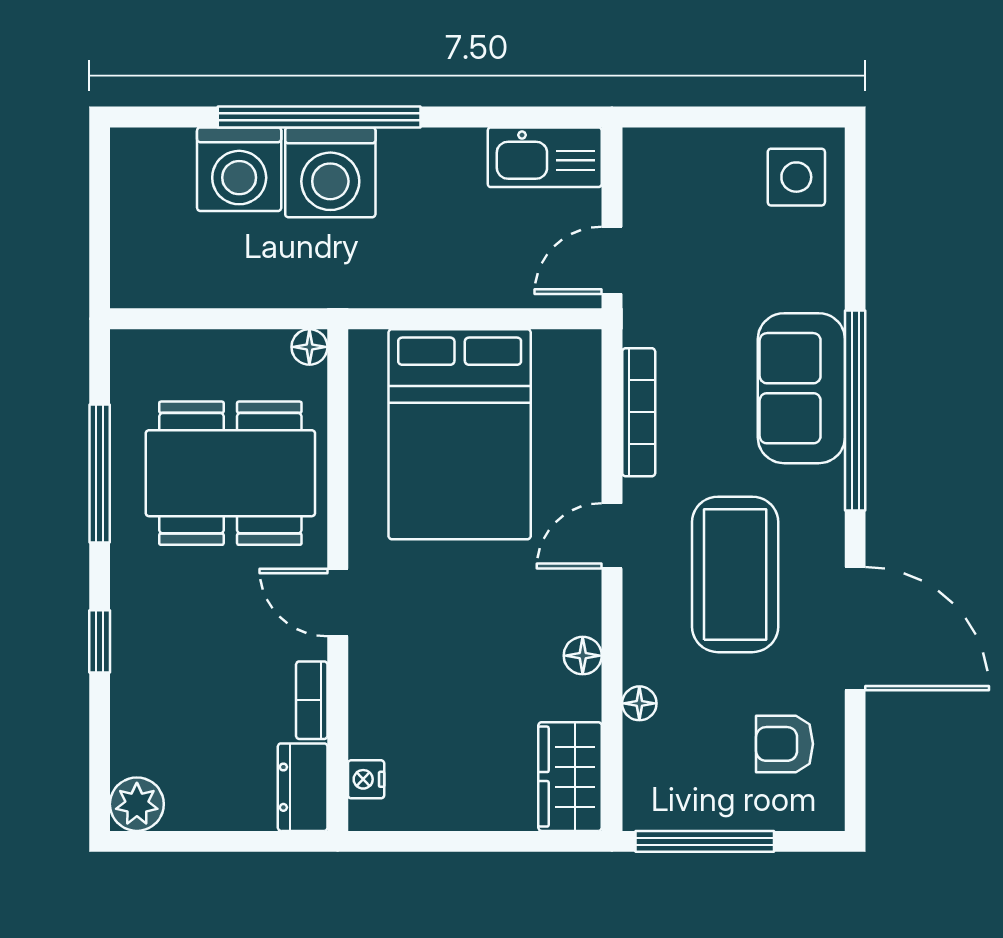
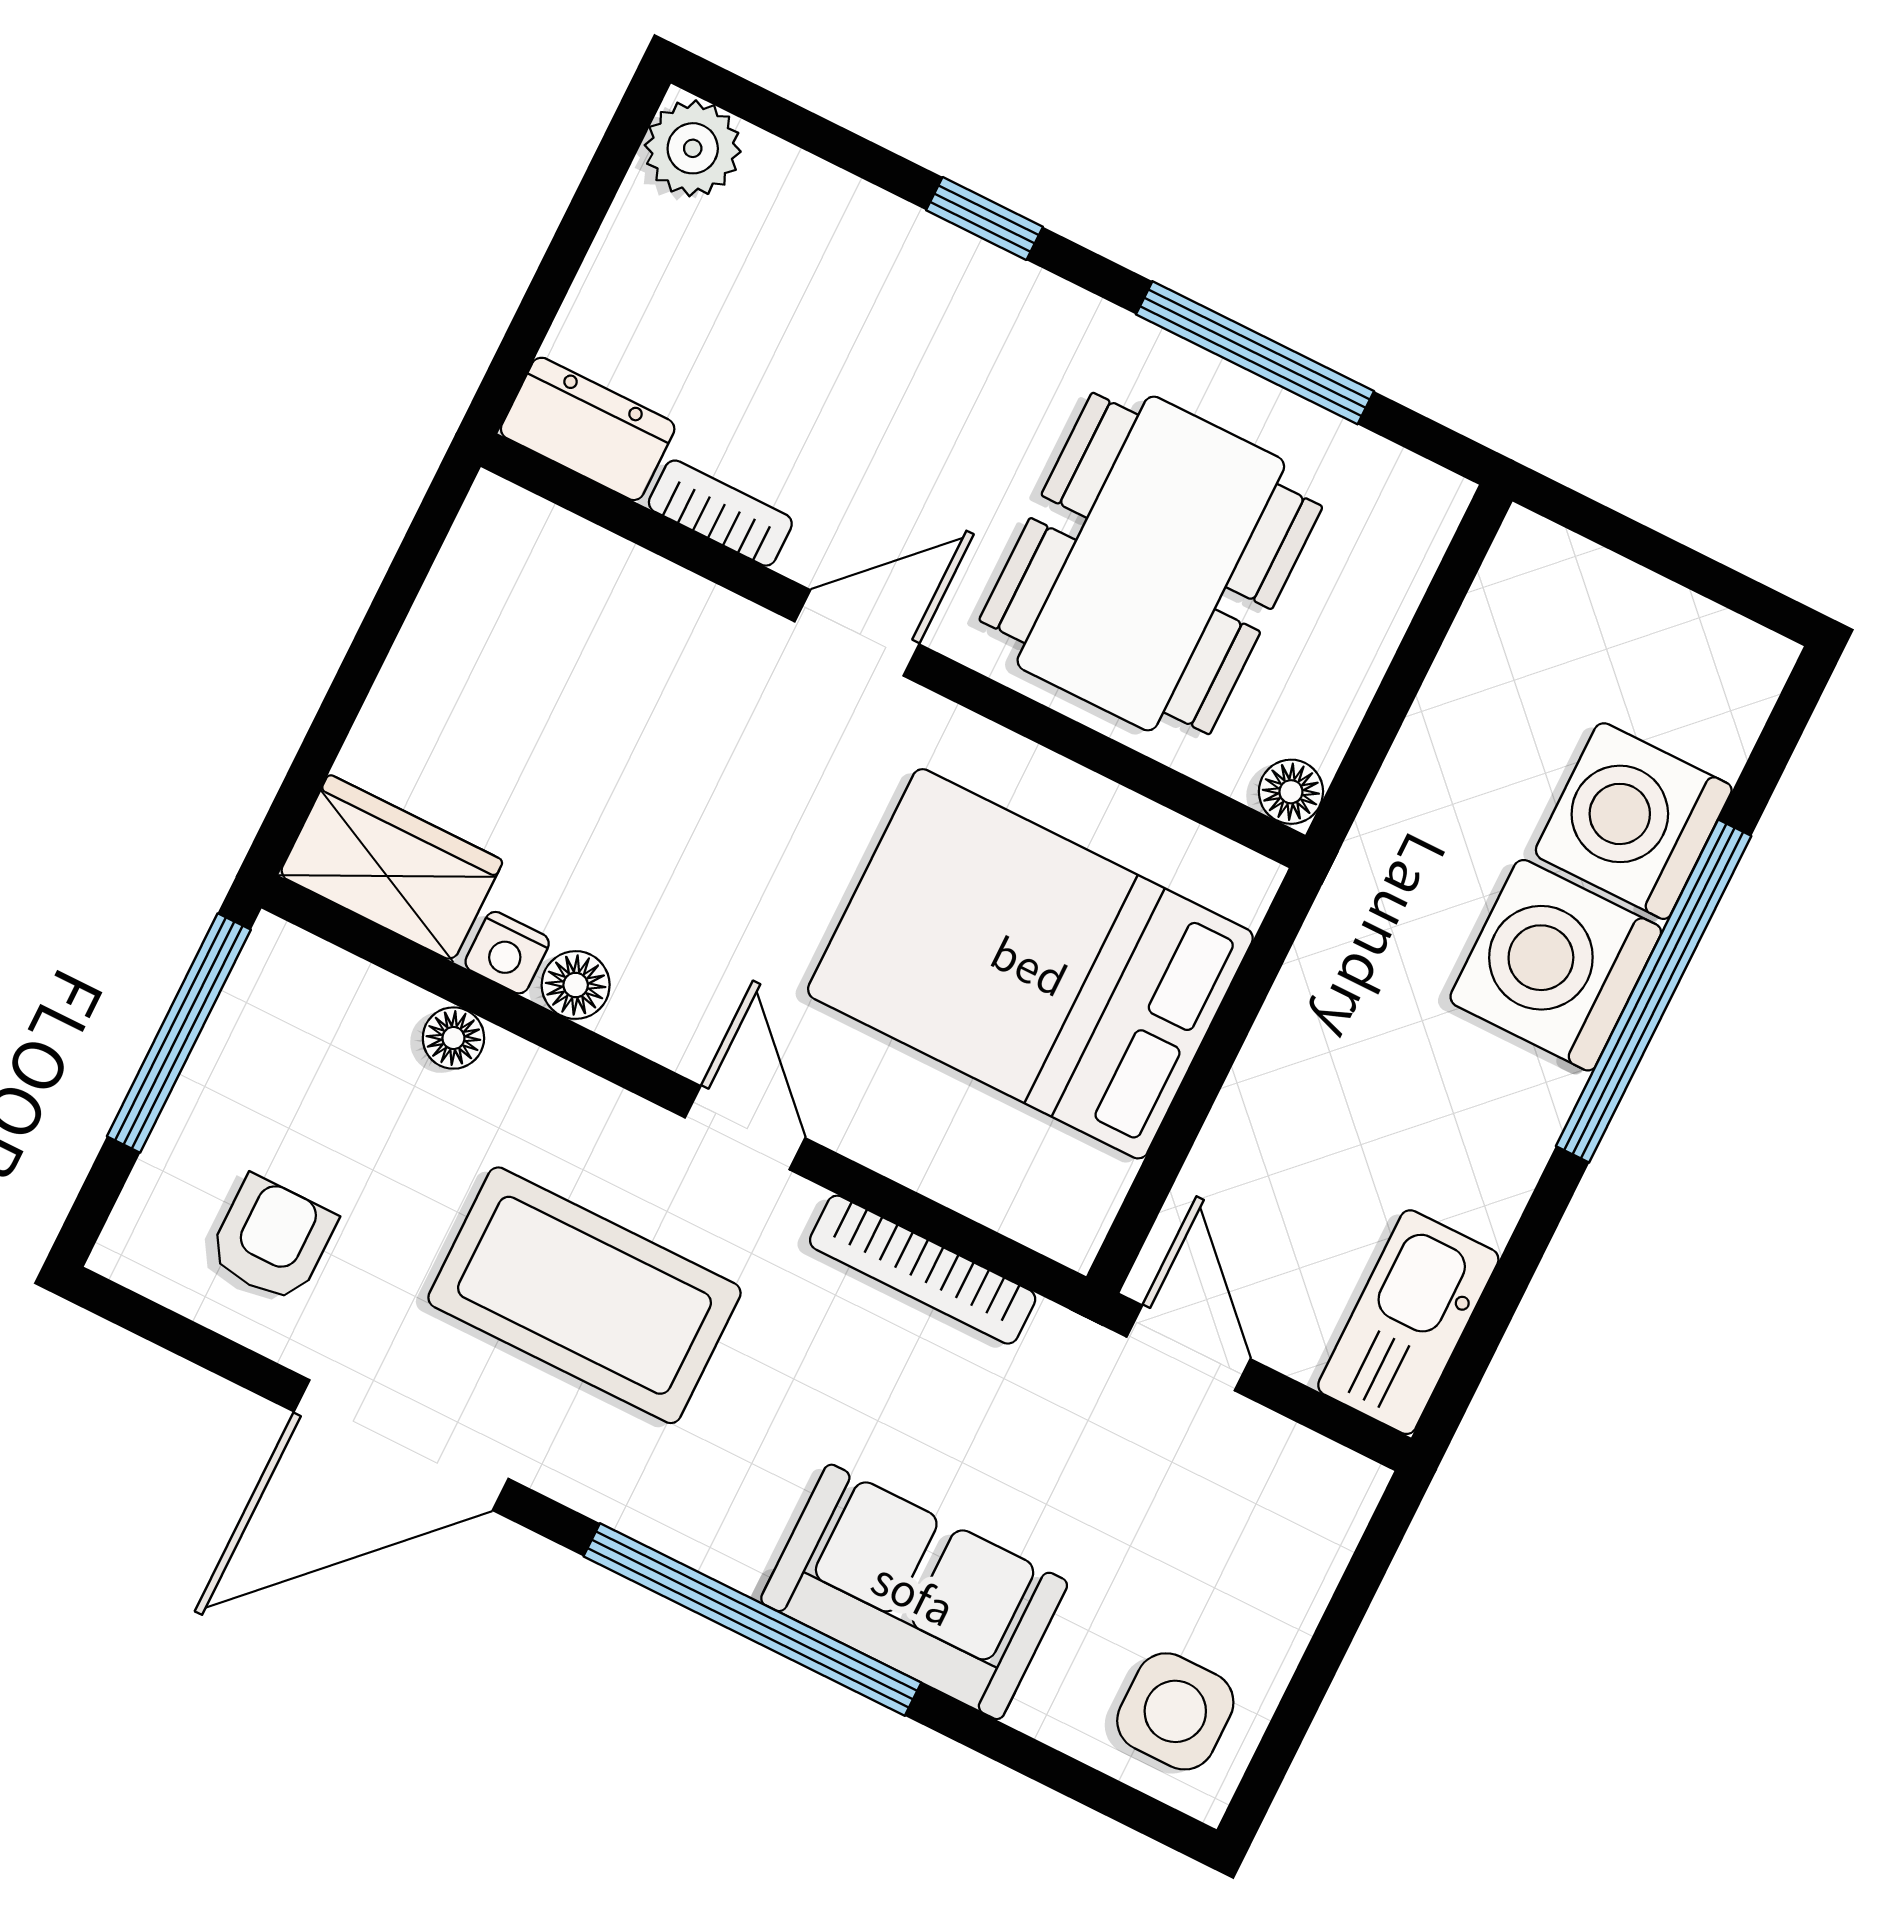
sofa: (801, 388) -> (914, 1592), moved
nightstand: (366, 779) -> (507, 953), moved, turned 180

